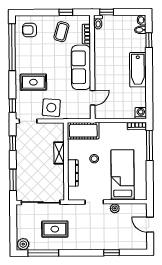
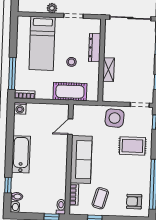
armchair: (30, 30) -> (134, 202), turned 180
cot: (83, 131) -> (70, 92), moved

